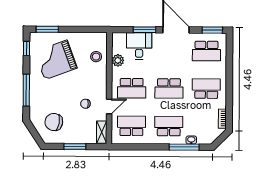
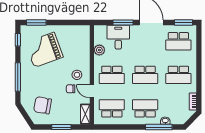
stool: (96, 57) -> (77, 75), moved
school desk: (206, 89) -> (178, 75), turned 180
door: (109, 106) -> (92, 91), swing flipped

